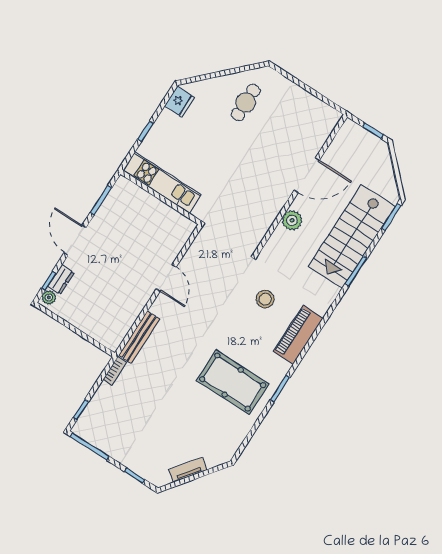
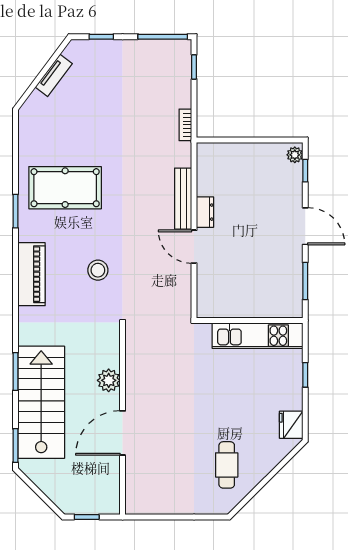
dresser: (61, 279) -> (205, 212), moved, turned 180
stool: (265, 299) -> (98, 270), moved
bench: (139, 337) -> (183, 199), moved

